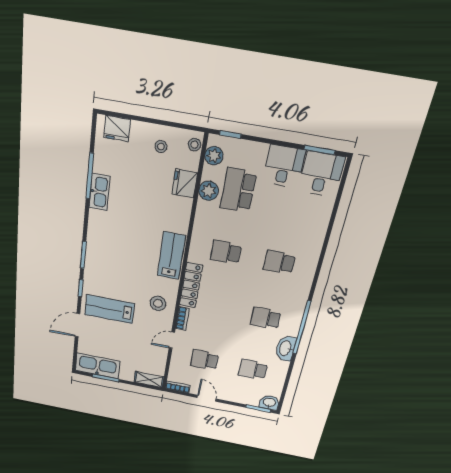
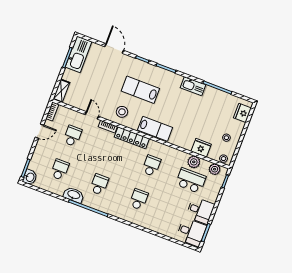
kitchen sink: (99, 192) -> (193, 86), moved
lab bench: (110, 309) -> (140, 90), moved, turned -90

